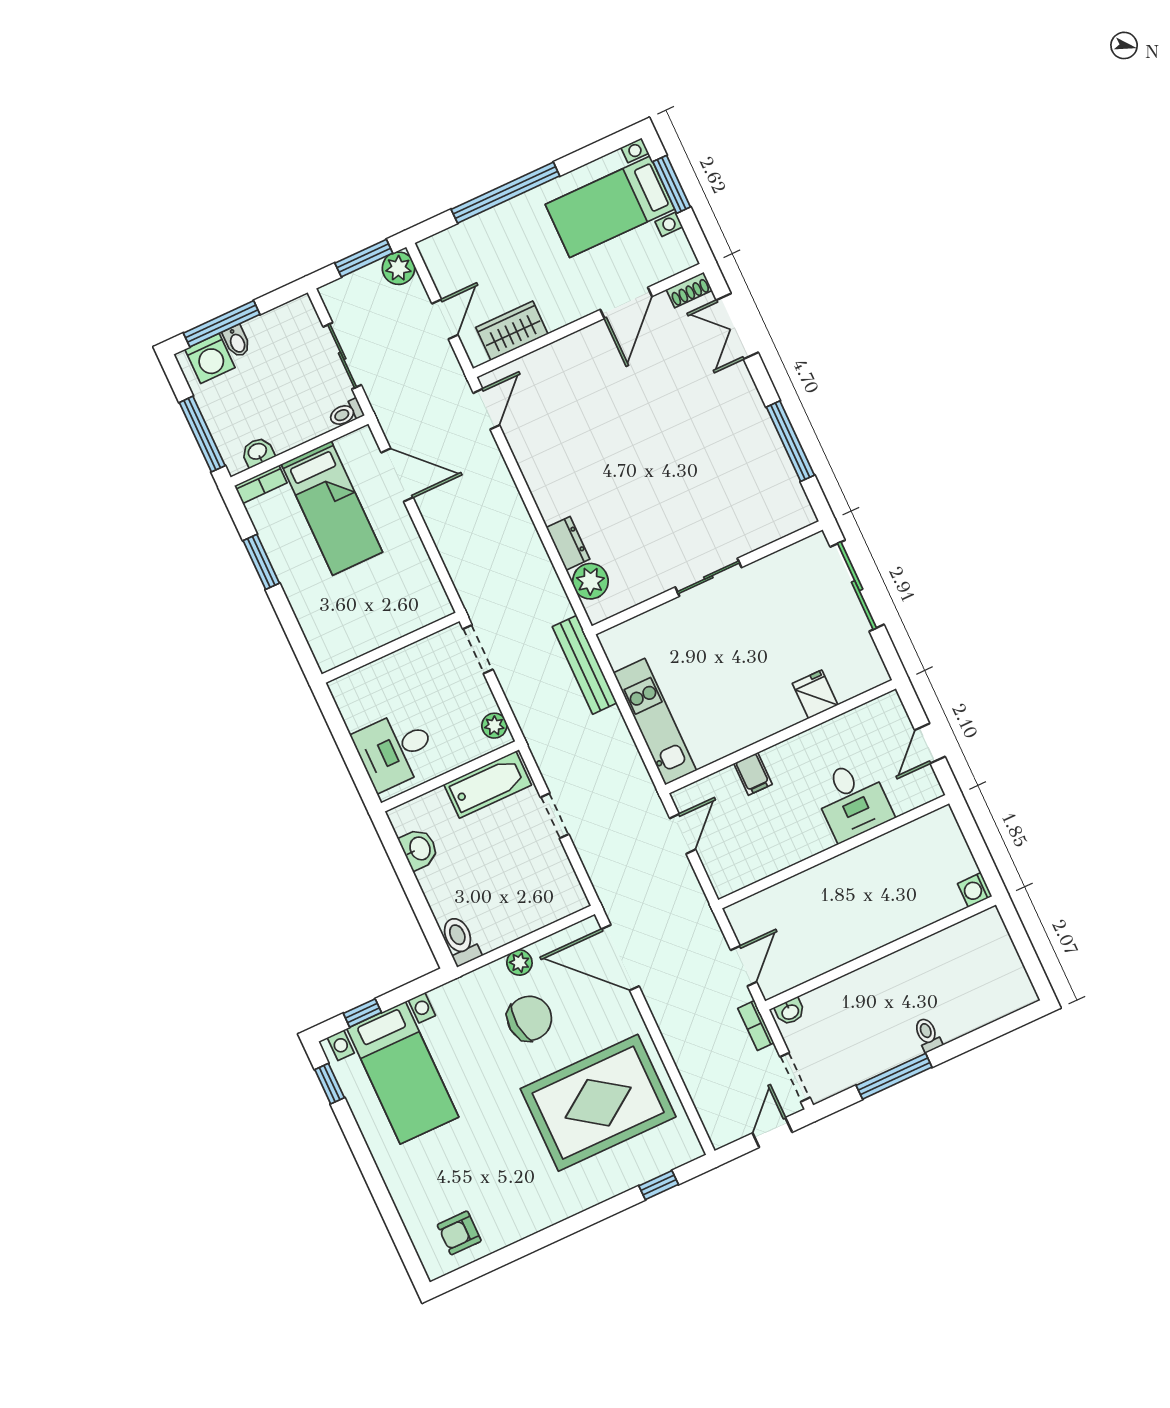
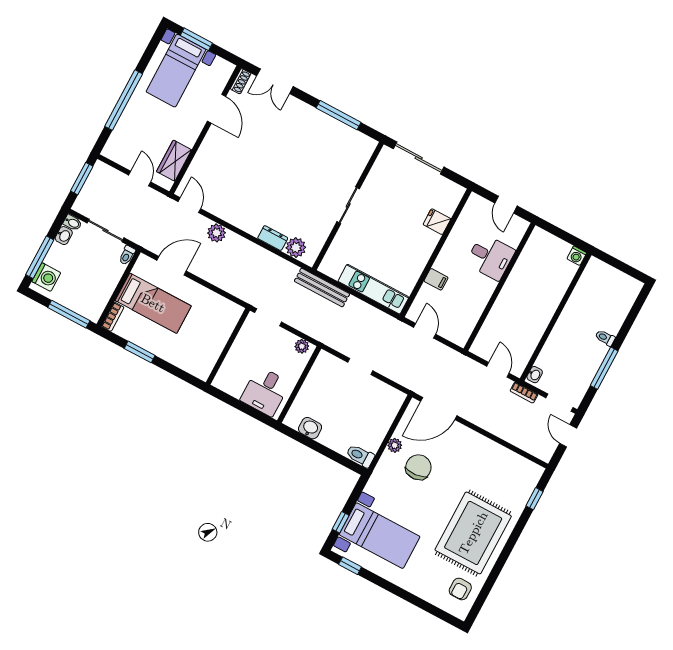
plant: (398, 268) -> (216, 233), moved
bidet: (237, 341) -> (73, 223), moved
washbasin: (258, 452) -> (64, 236), moved, turned 180
bathtub: (488, 785) -> (319, 375), removed
rug: (598, 1103) -> (473, 533), moved

